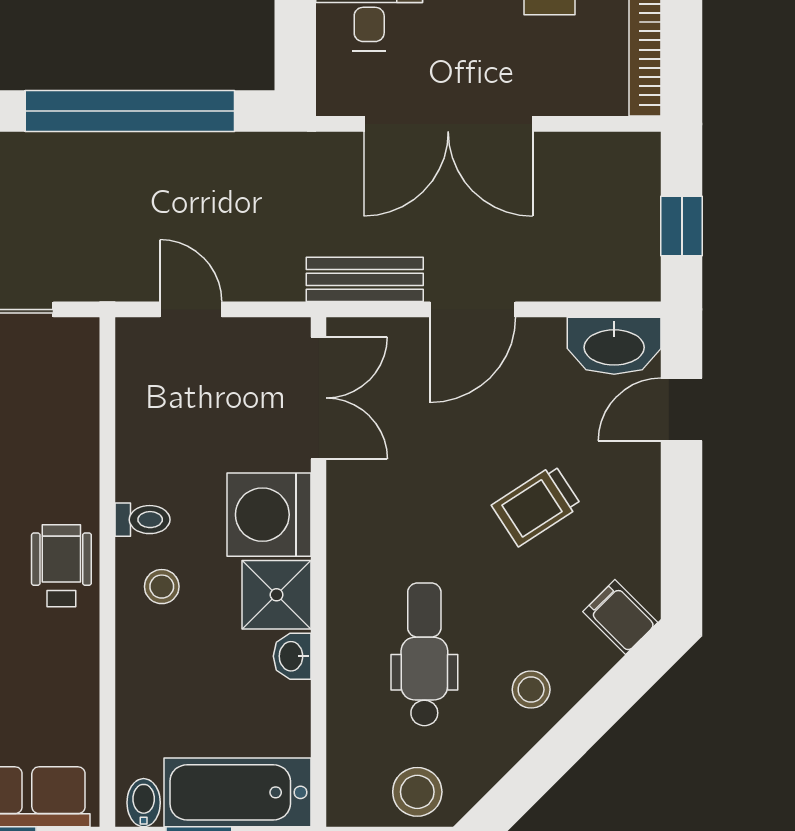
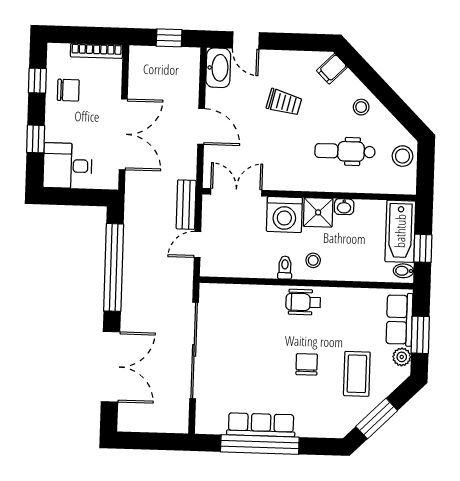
bench: (365, 279) -> (186, 205), moved
trolley: (536, 505) -> (284, 102), turned -43

